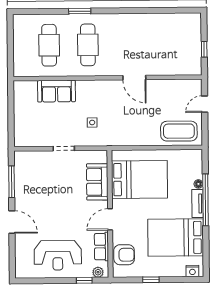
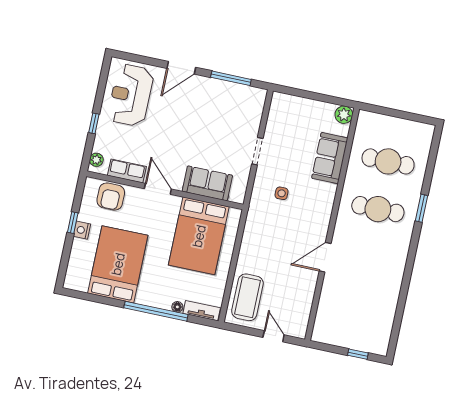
window: (204, 49) -> (358, 354), moved
plant: (20, 88) -> (344, 115), added
tv unit: (198, 203) -> (202, 311), moved
reception desk: (58, 255) -> (131, 95), moved
nightstand: (192, 271) -> (82, 230), moved
window: (84, 280) -> (94, 123), moved

